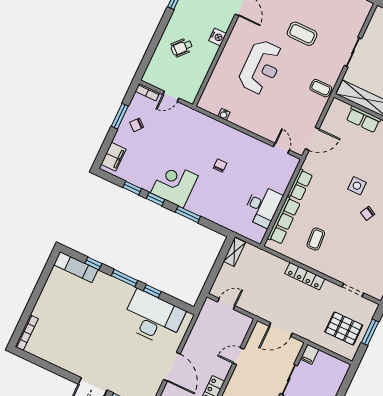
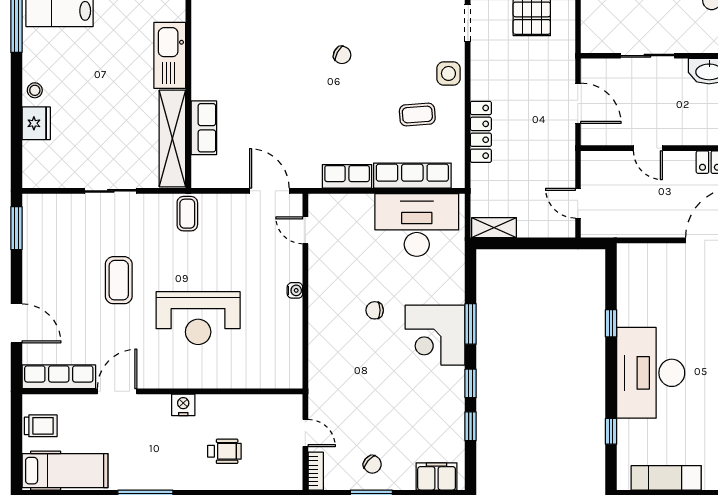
wheelchair: (182, 47) -> (224, 451), turned -42
reception desk: (261, 67) -> (198, 318), turned 180
water cooler: (224, 114) -> (295, 290), moved
door: (281, 148) -> (305, 230), hinge flipped
corner desk: (174, 184) -> (435, 335), moved
side table: (357, 186) -> (448, 73), moved
desk: (263, 206) -> (417, 225), width x1.36, depth x1.30
exam couch: (76, 267) -> (666, 478), moved, turned -90
locker: (305, 276) -> (481, 132), moved
window: (125, 278) -> (611, 374), removed
desk: (153, 318) -> (651, 373), moved
filing cabinet: (310, 354) -> (595, 43), removed

